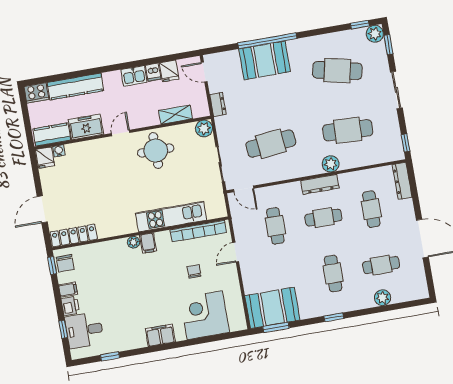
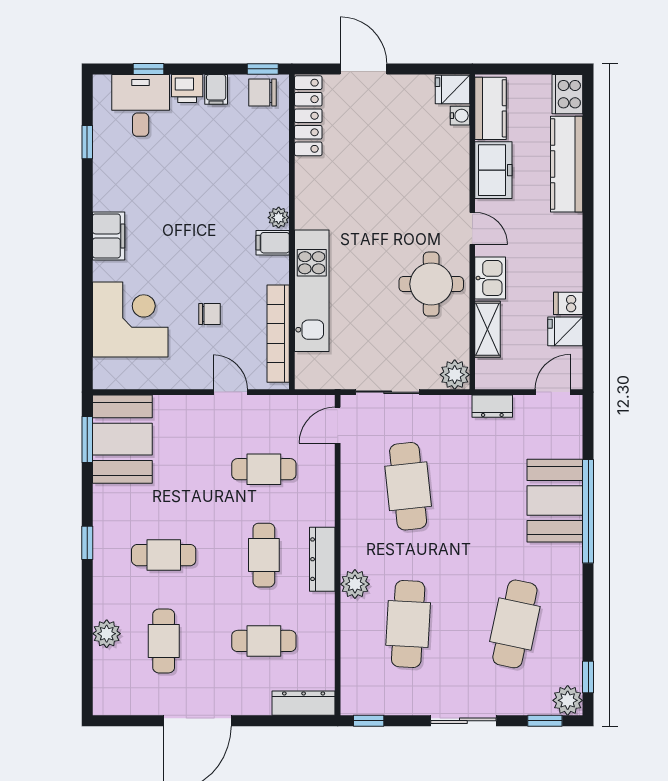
kitchen sink: (134, 76) -> (490, 278), moved, turned 180

